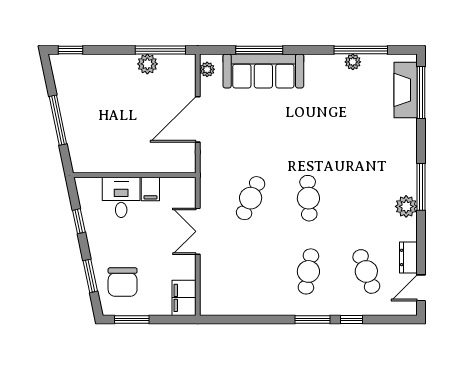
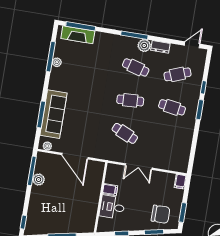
cafe table: (366, 198) -> (136, 67), added
dresser: (408, 257) -> (160, 47), moved
door: (421, 288) -> (192, 45), swing flipped
filing cabinet: (184, 298) -> (180, 182), width x0.50

